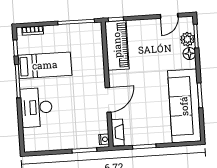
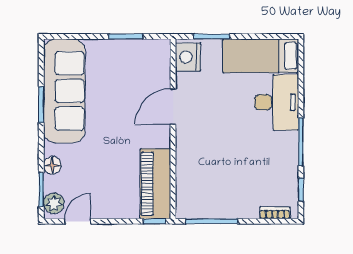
plant: (187, 39) -> (54, 203), moved
bed: (45, 65) -> (261, 56), moved
fireplace: (118, 133) -> (162, 59), removed
nightstand: (104, 139) -> (188, 57), width x1.89, depth x1.79

